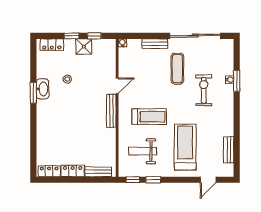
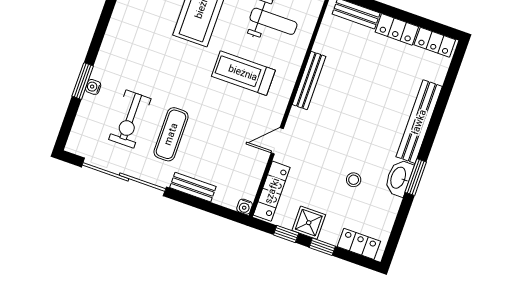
locker: (110, 57) -> (272, 191), added
exercise bike: (204, 90) -> (130, 119), moved
bench: (111, 111) -> (309, 81), moved
bench: (42, 124) -> (419, 122), added

